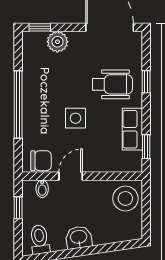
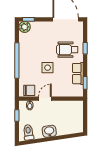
plant: (57, 42) -> (25, 27), moved
wheelchair: (112, 84) -> (67, 50), turned 180
stool: (125, 198) -> (74, 110), removed

